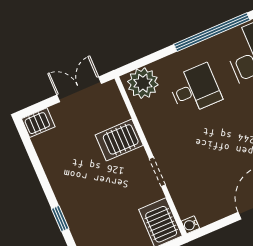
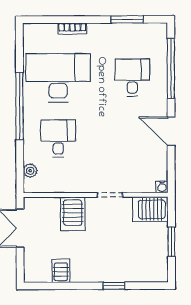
plant: (143, 83) -> (30, 171), width x0.53, depth x0.53
server rack: (38, 123) -> (61, 271), moved

